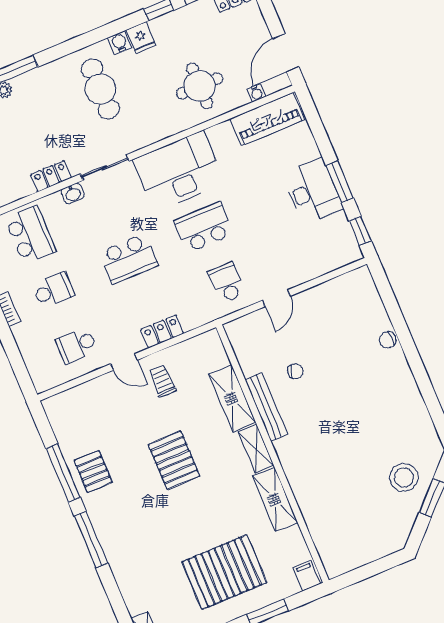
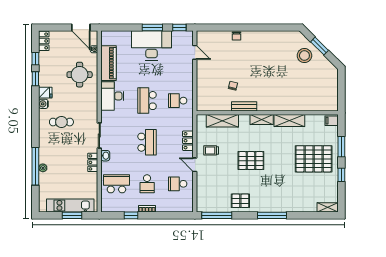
cafe table: (100, 89) -> (61, 122), width x0.73, depth x0.74
piano: (267, 119) -> (109, 63), moved
desk: (179, 171) -> (112, 96), width x0.73, depth x0.77
desk: (313, 191) -> (151, 46), width x1.36, depth x1.30
school desk: (53, 290) -> (147, 184), turned 180
door: (276, 298) -> (195, 52), moved
school desk: (77, 345) -> (178, 184), turned 90
door: (124, 362) -> (195, 165), swing flipped
shelving: (232, 398) -> (222, 121), moved
bench: (266, 407) -> (244, 106), width x0.73
window: (63, 473) -> (217, 215), moved
pallet: (224, 572) -> (314, 159), turned 90

